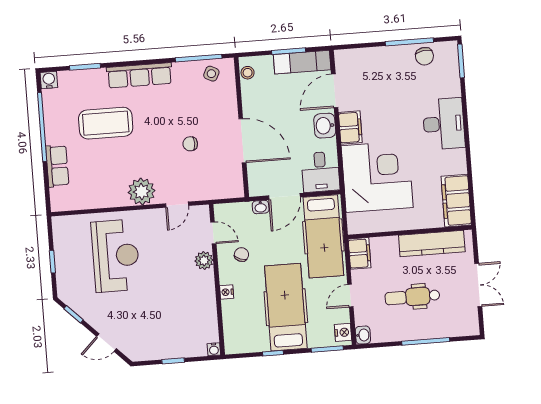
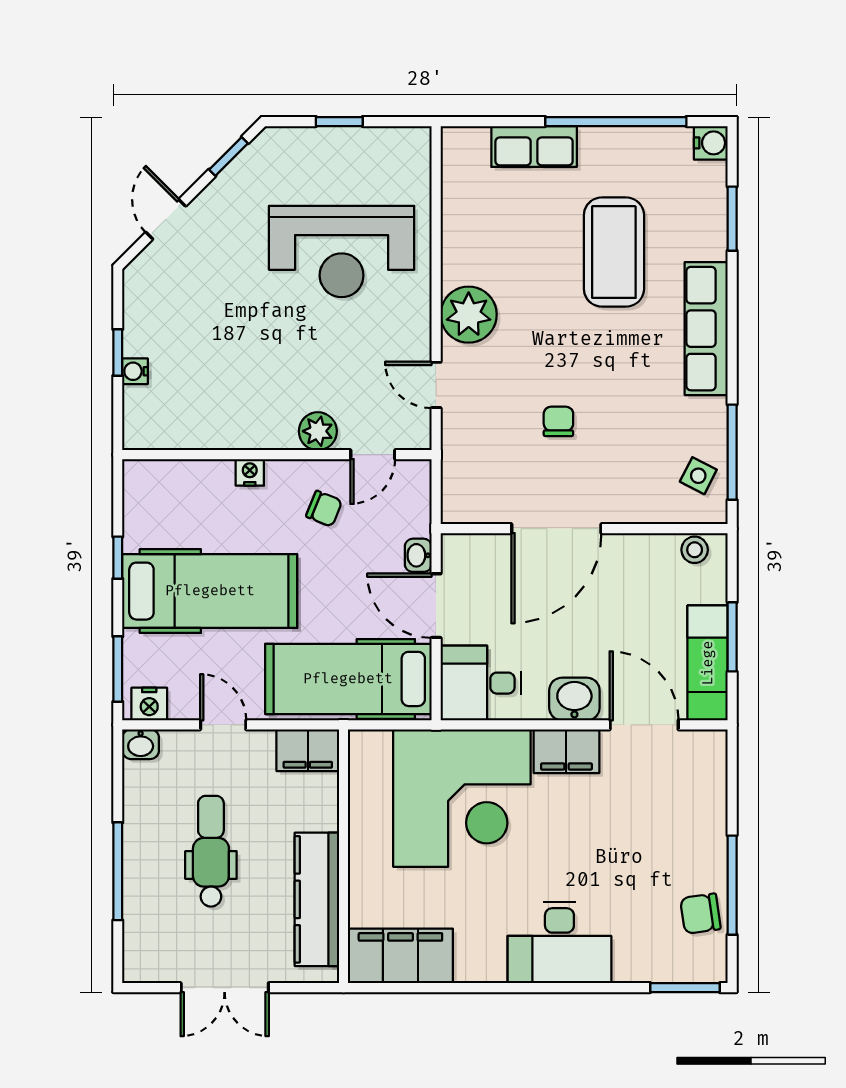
water cooler: (214, 349) -> (135, 371), moved

